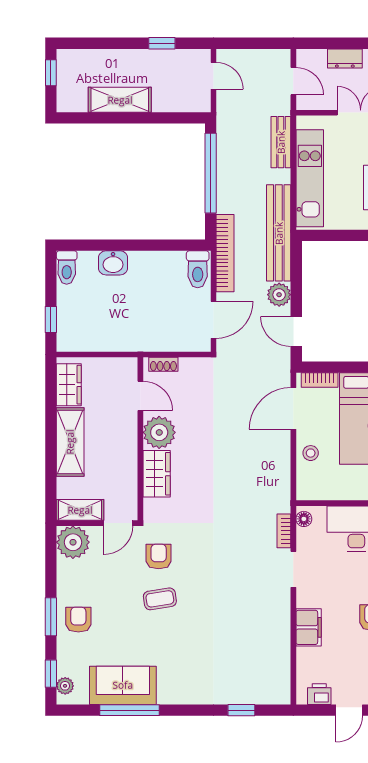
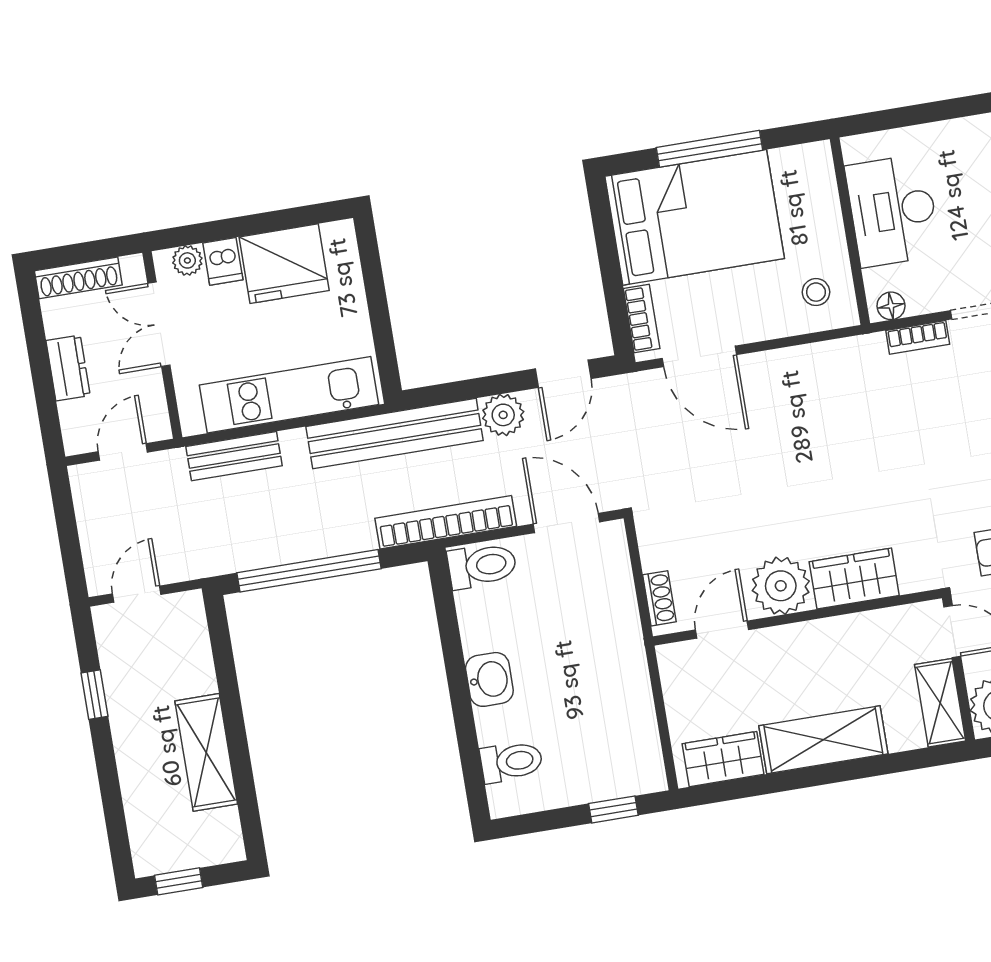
washbasin: (113, 263) -> (489, 679), moved
toilet: (67, 267) -> (511, 762), moved
stool: (311, 453) -> (816, 292), moved

